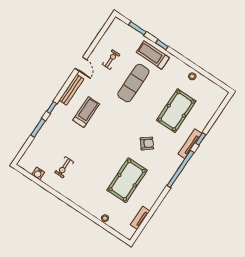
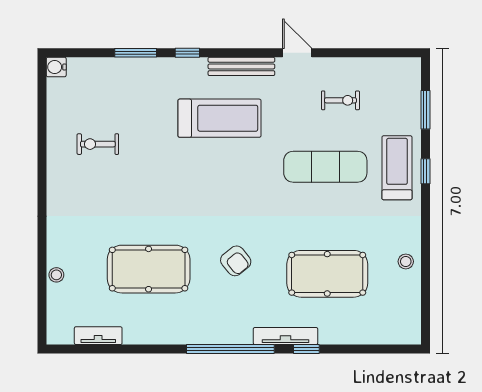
door: (81, 64) -> (297, 53), swing flipped
treadmill: (86, 112) -> (220, 118), width x1.37, depth x1.37
water cooler: (38, 174) -> (56, 67), moved

